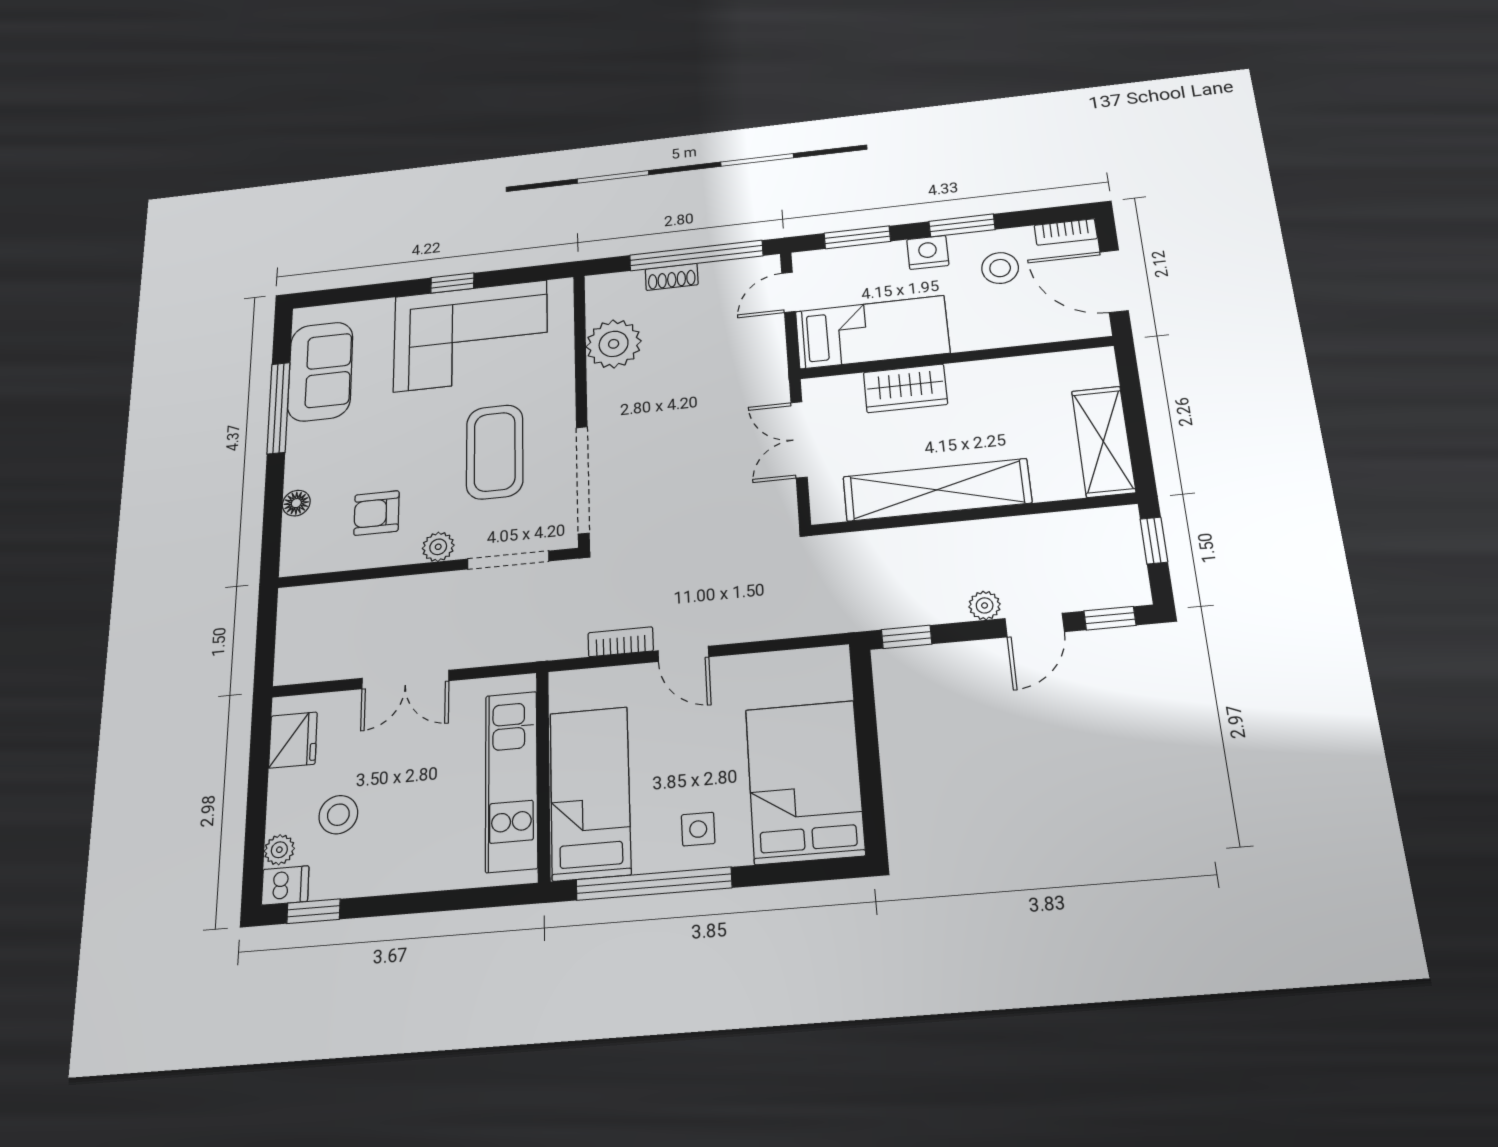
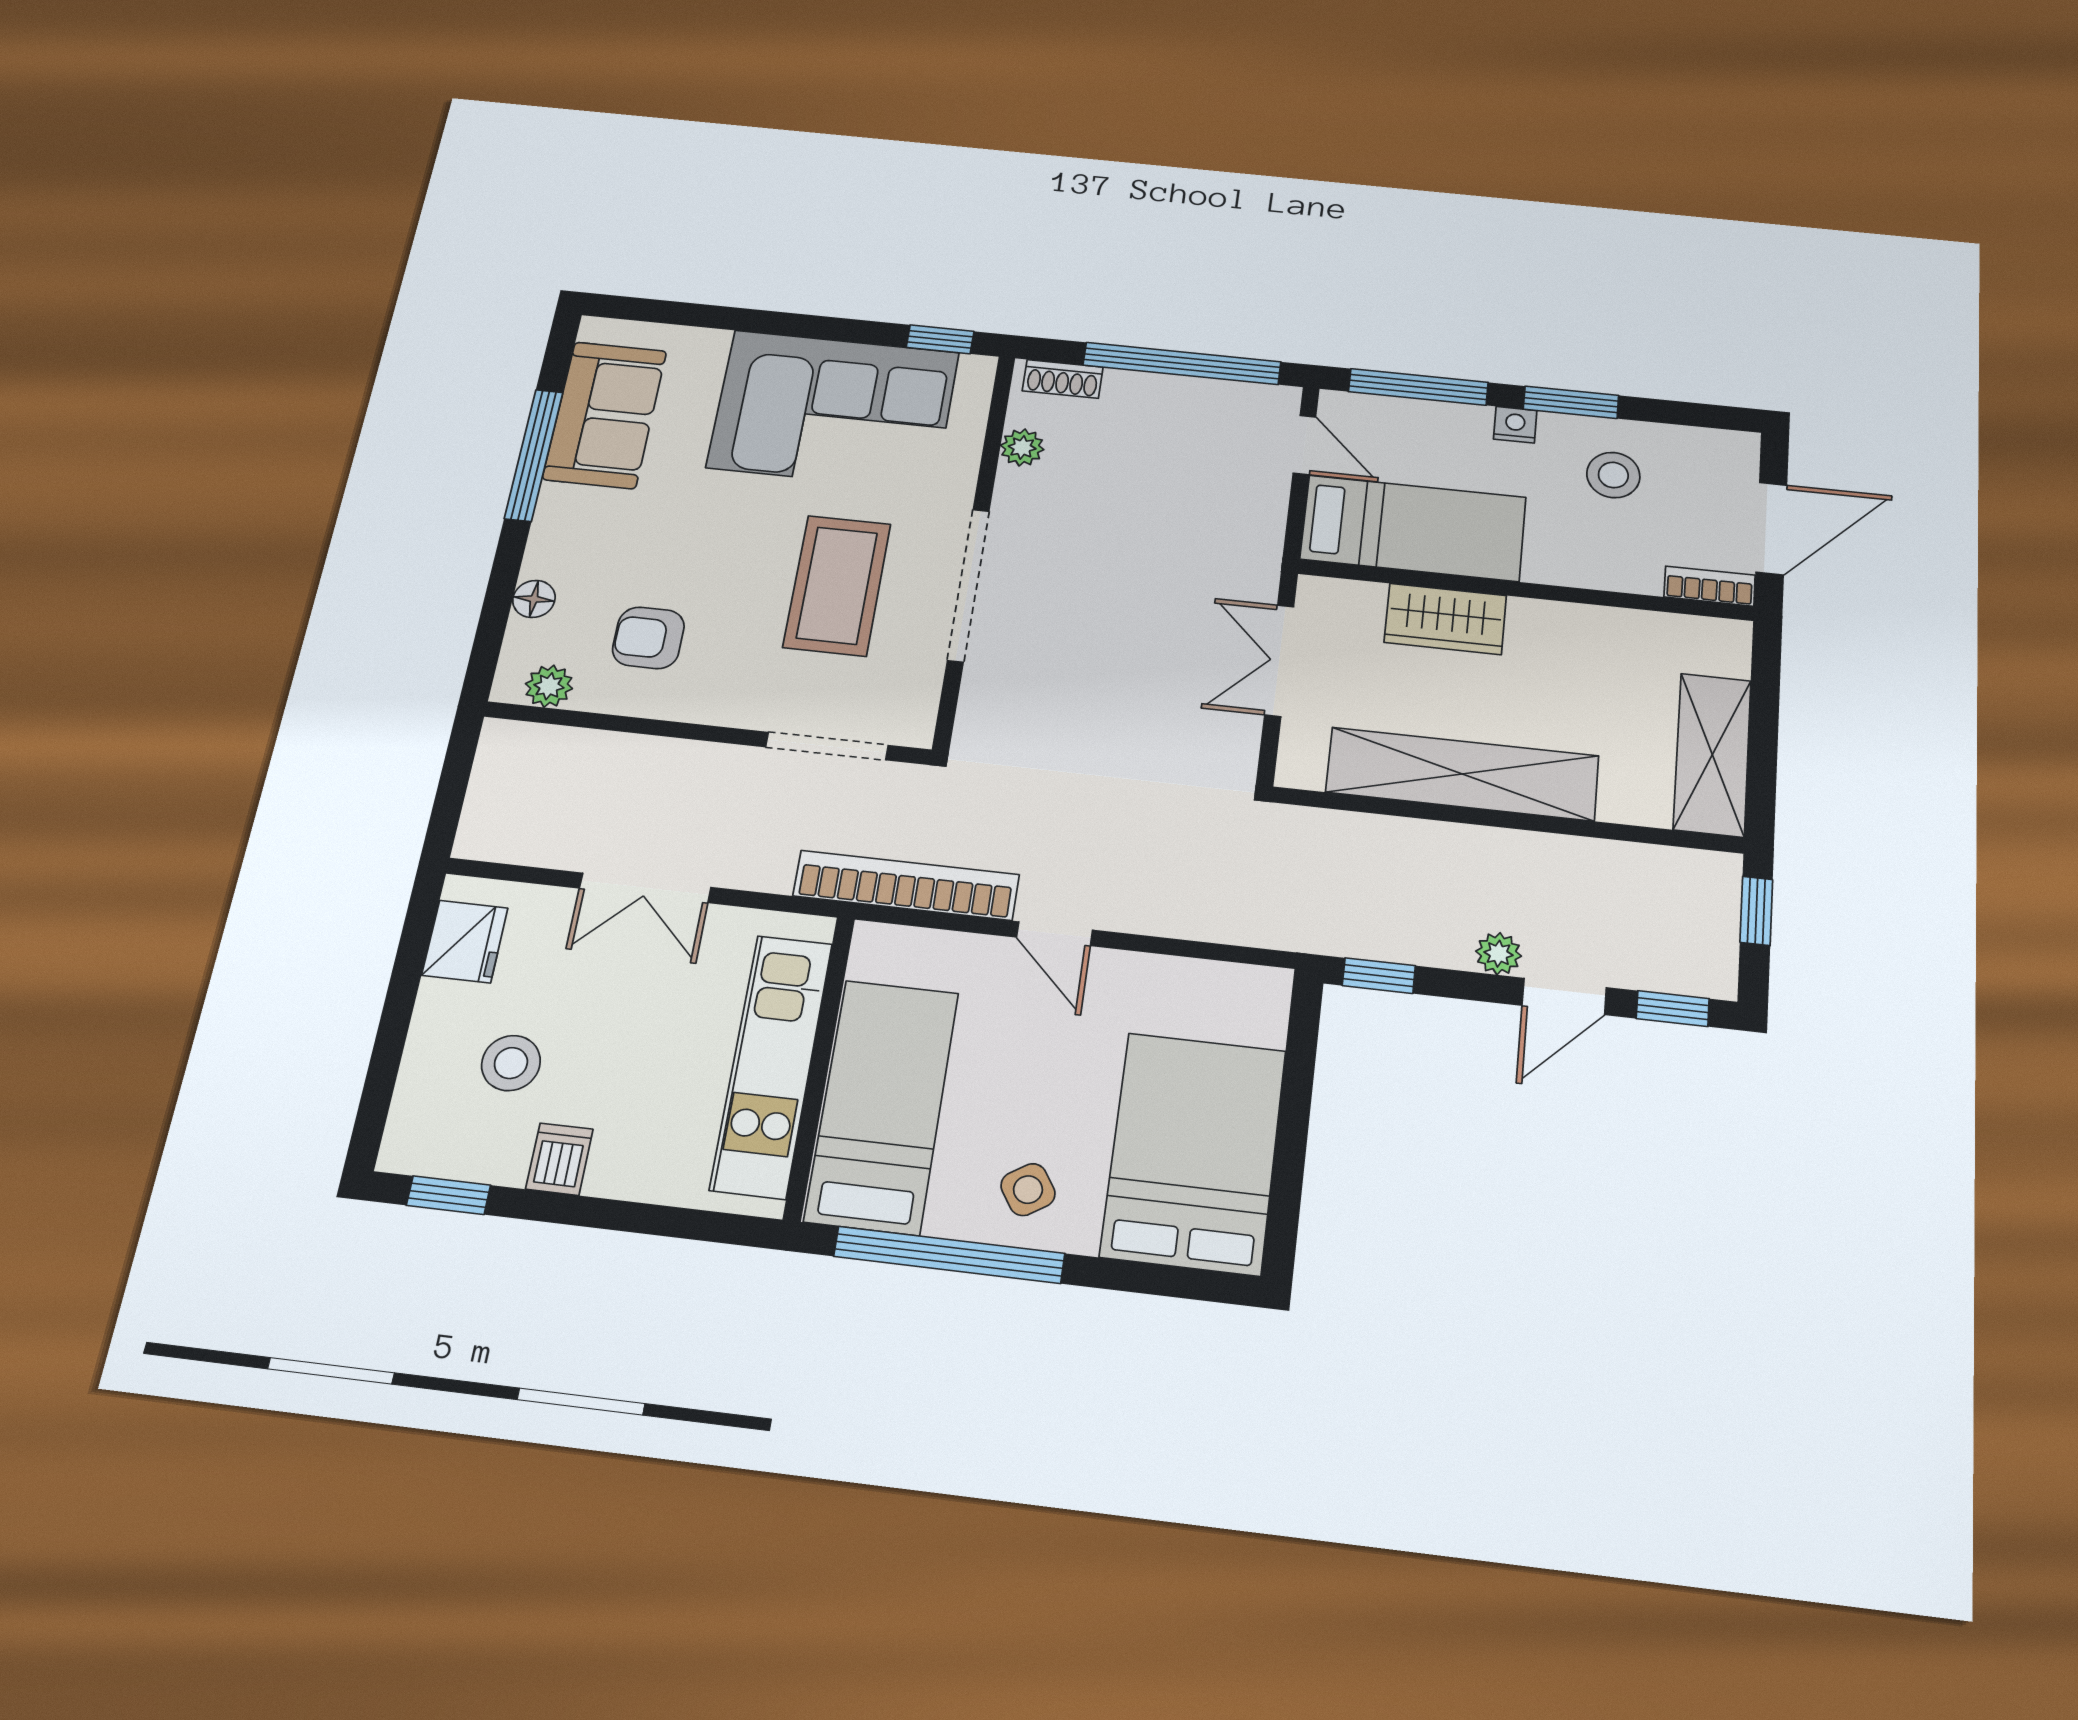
bookcase: (1066, 232) -> (1710, 586), moved, turned 180
window: (857, 237) -> (1418, 387), width x1.44
nightstand: (928, 252) -> (1515, 425), width x0.72, depth x0.74
shoe rack: (672, 277) -> (1063, 379), moved
door: (1114, 281) -> (1771, 528), swing flipped
window: (452, 283) -> (940, 339), moved
door: (788, 292) -> (1304, 445), swing flipped
plant: (614, 344) -> (1022, 447), width x0.53, depth x0.53
doorway: (583, 480) -> (968, 585), moved
plant: (438, 547) -> (549, 686), moved
bookcase: (621, 642) -> (906, 885), width x2.31, depth x1.31
side table: (698, 829) -> (1028, 1190), turned -33
plant: (279, 850) -> (415, 1096), removed
dishwasher: (285, 885) -> (559, 1159), moved, turned -90

